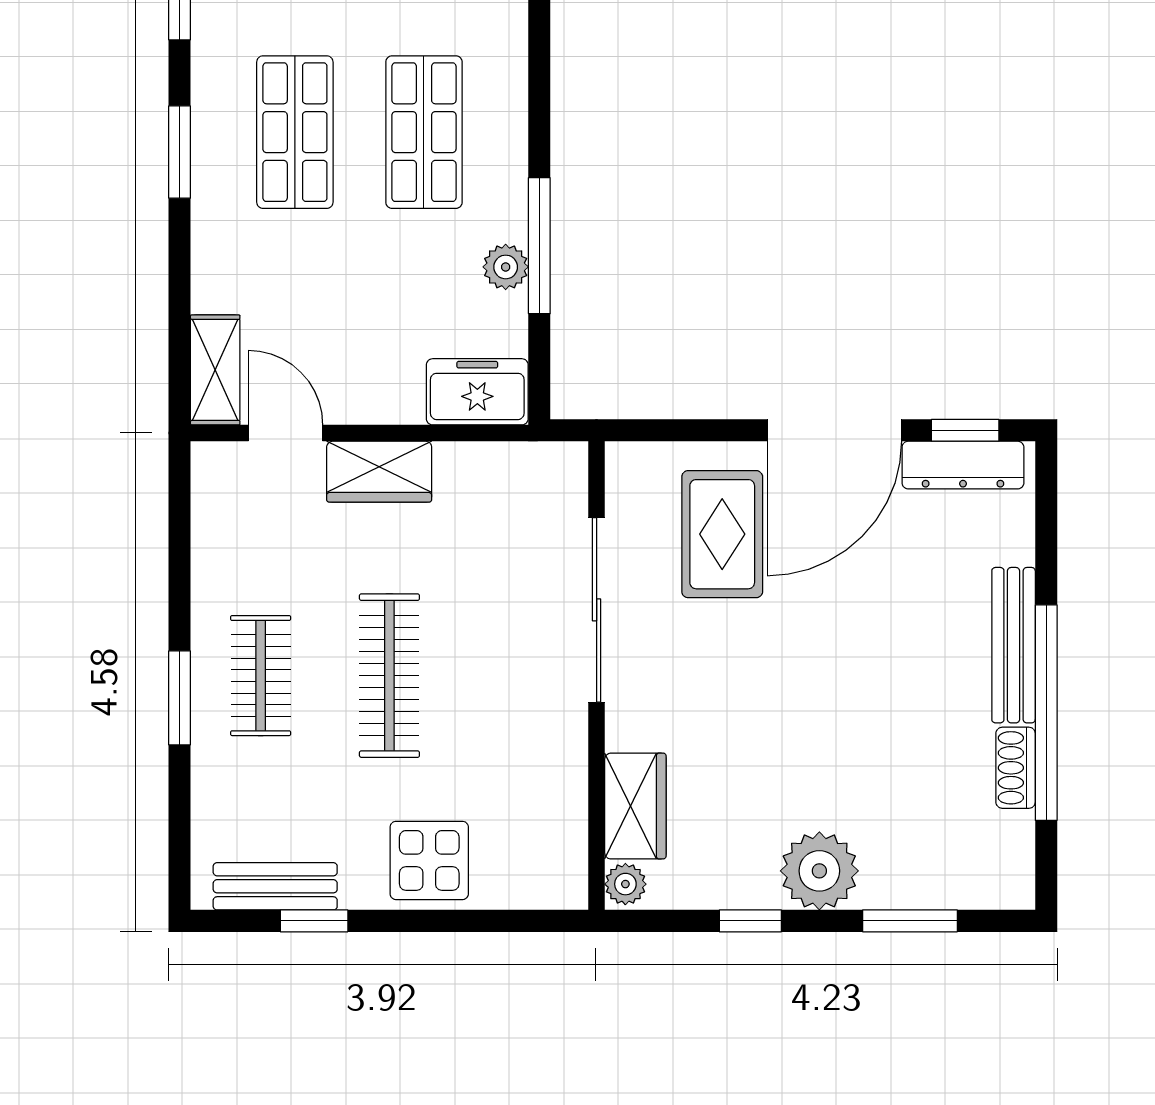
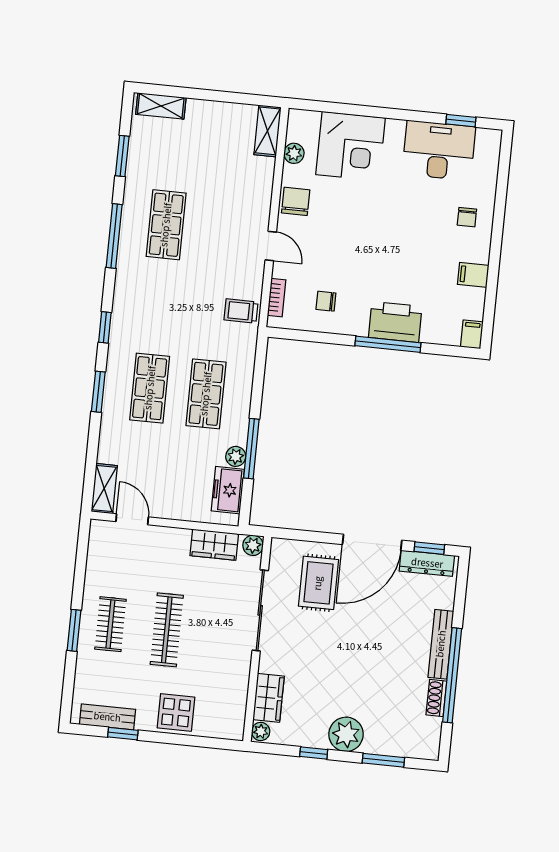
freezer: (477, 392) -> (228, 490), moved, turned -90
plant: (565, 464) -> (253, 545), added
wardrobe: (379, 472) -> (214, 545), moved

